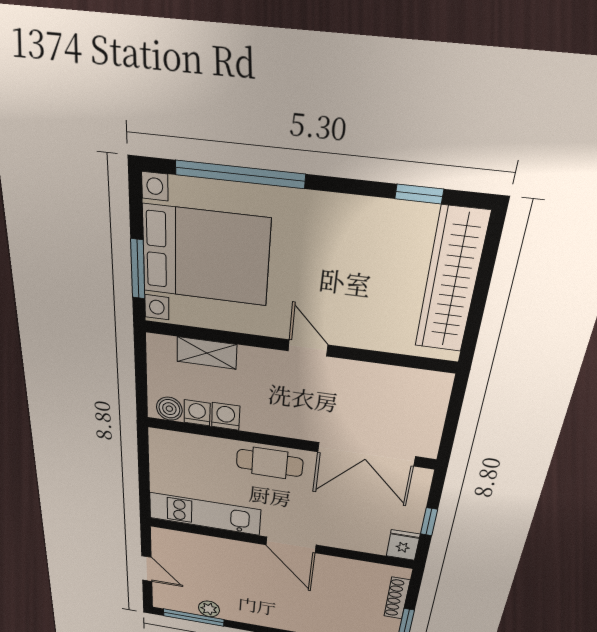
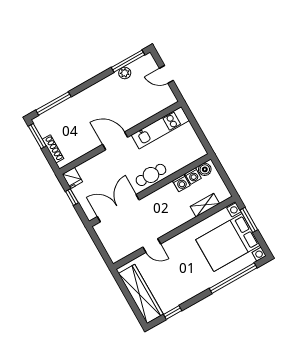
door: (308, 348) -> (152, 246), moved

